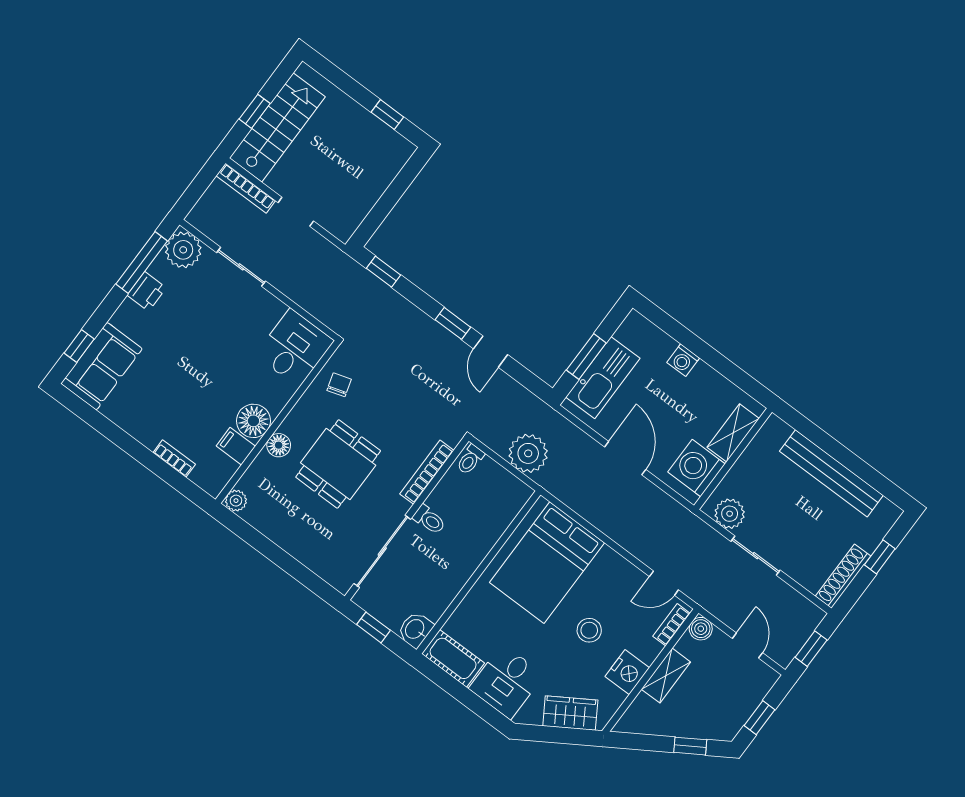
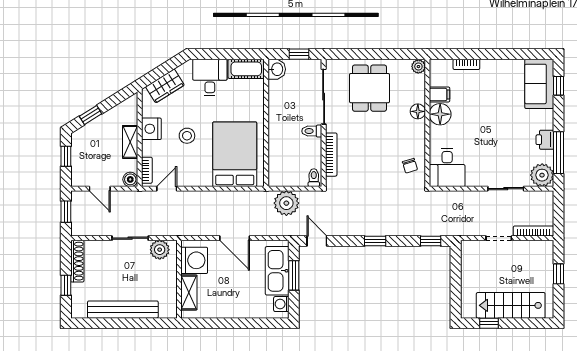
stairs: (277, 127) -> (511, 305), moved, turned 90
door: (491, 352) -> (317, 241), moved
washing machine: (683, 360) -> (281, 304), moved, turned -90
dining table: (338, 464) -> (369, 88), moved

